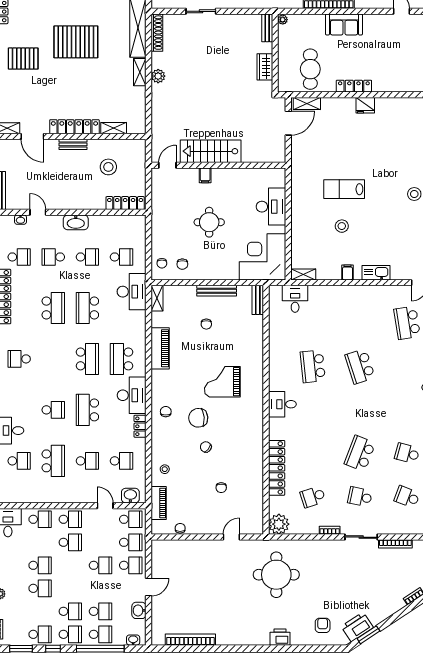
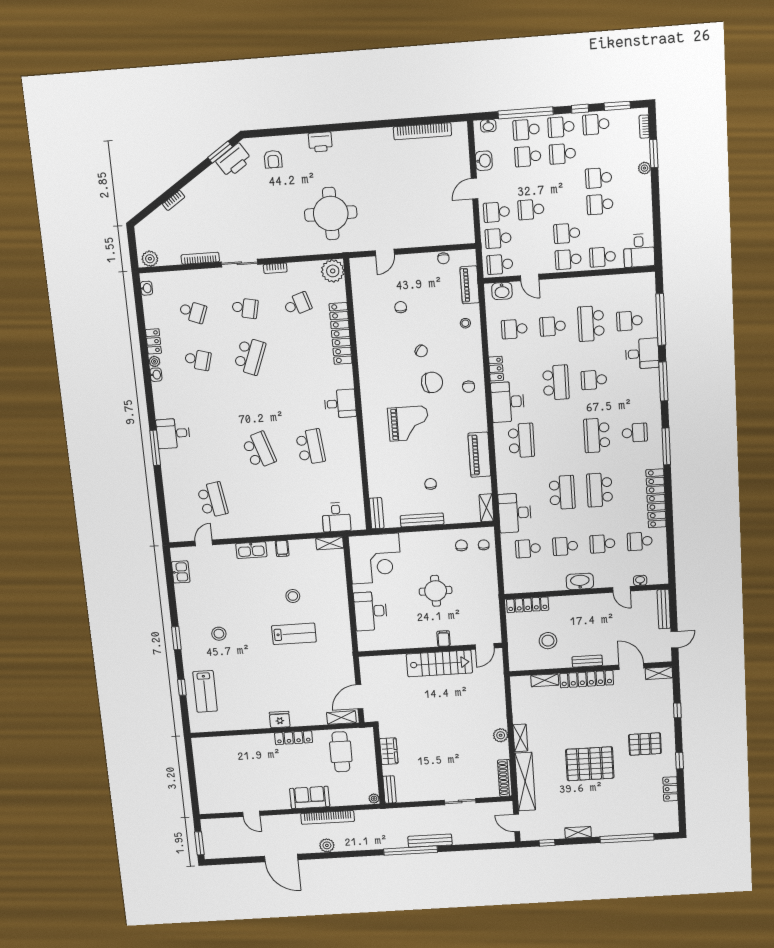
school desk: (53, 257) -> (602, 544), turned 180
school desk: (87, 359) -> (597, 435), moved

